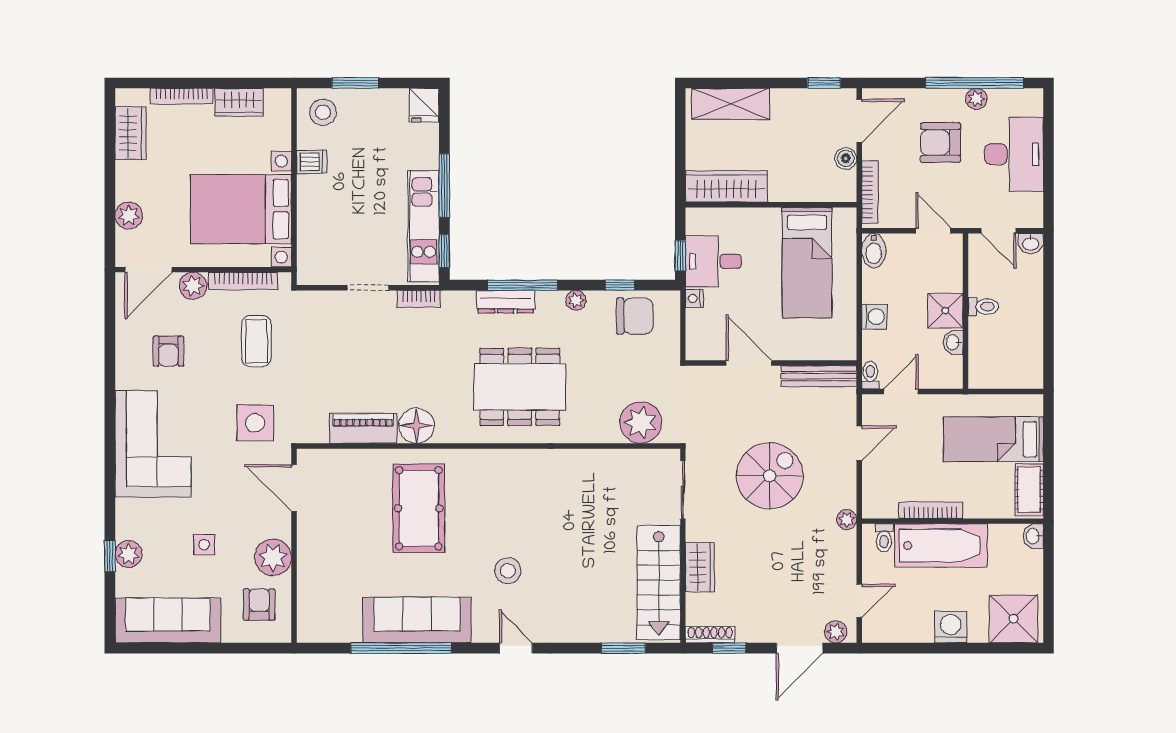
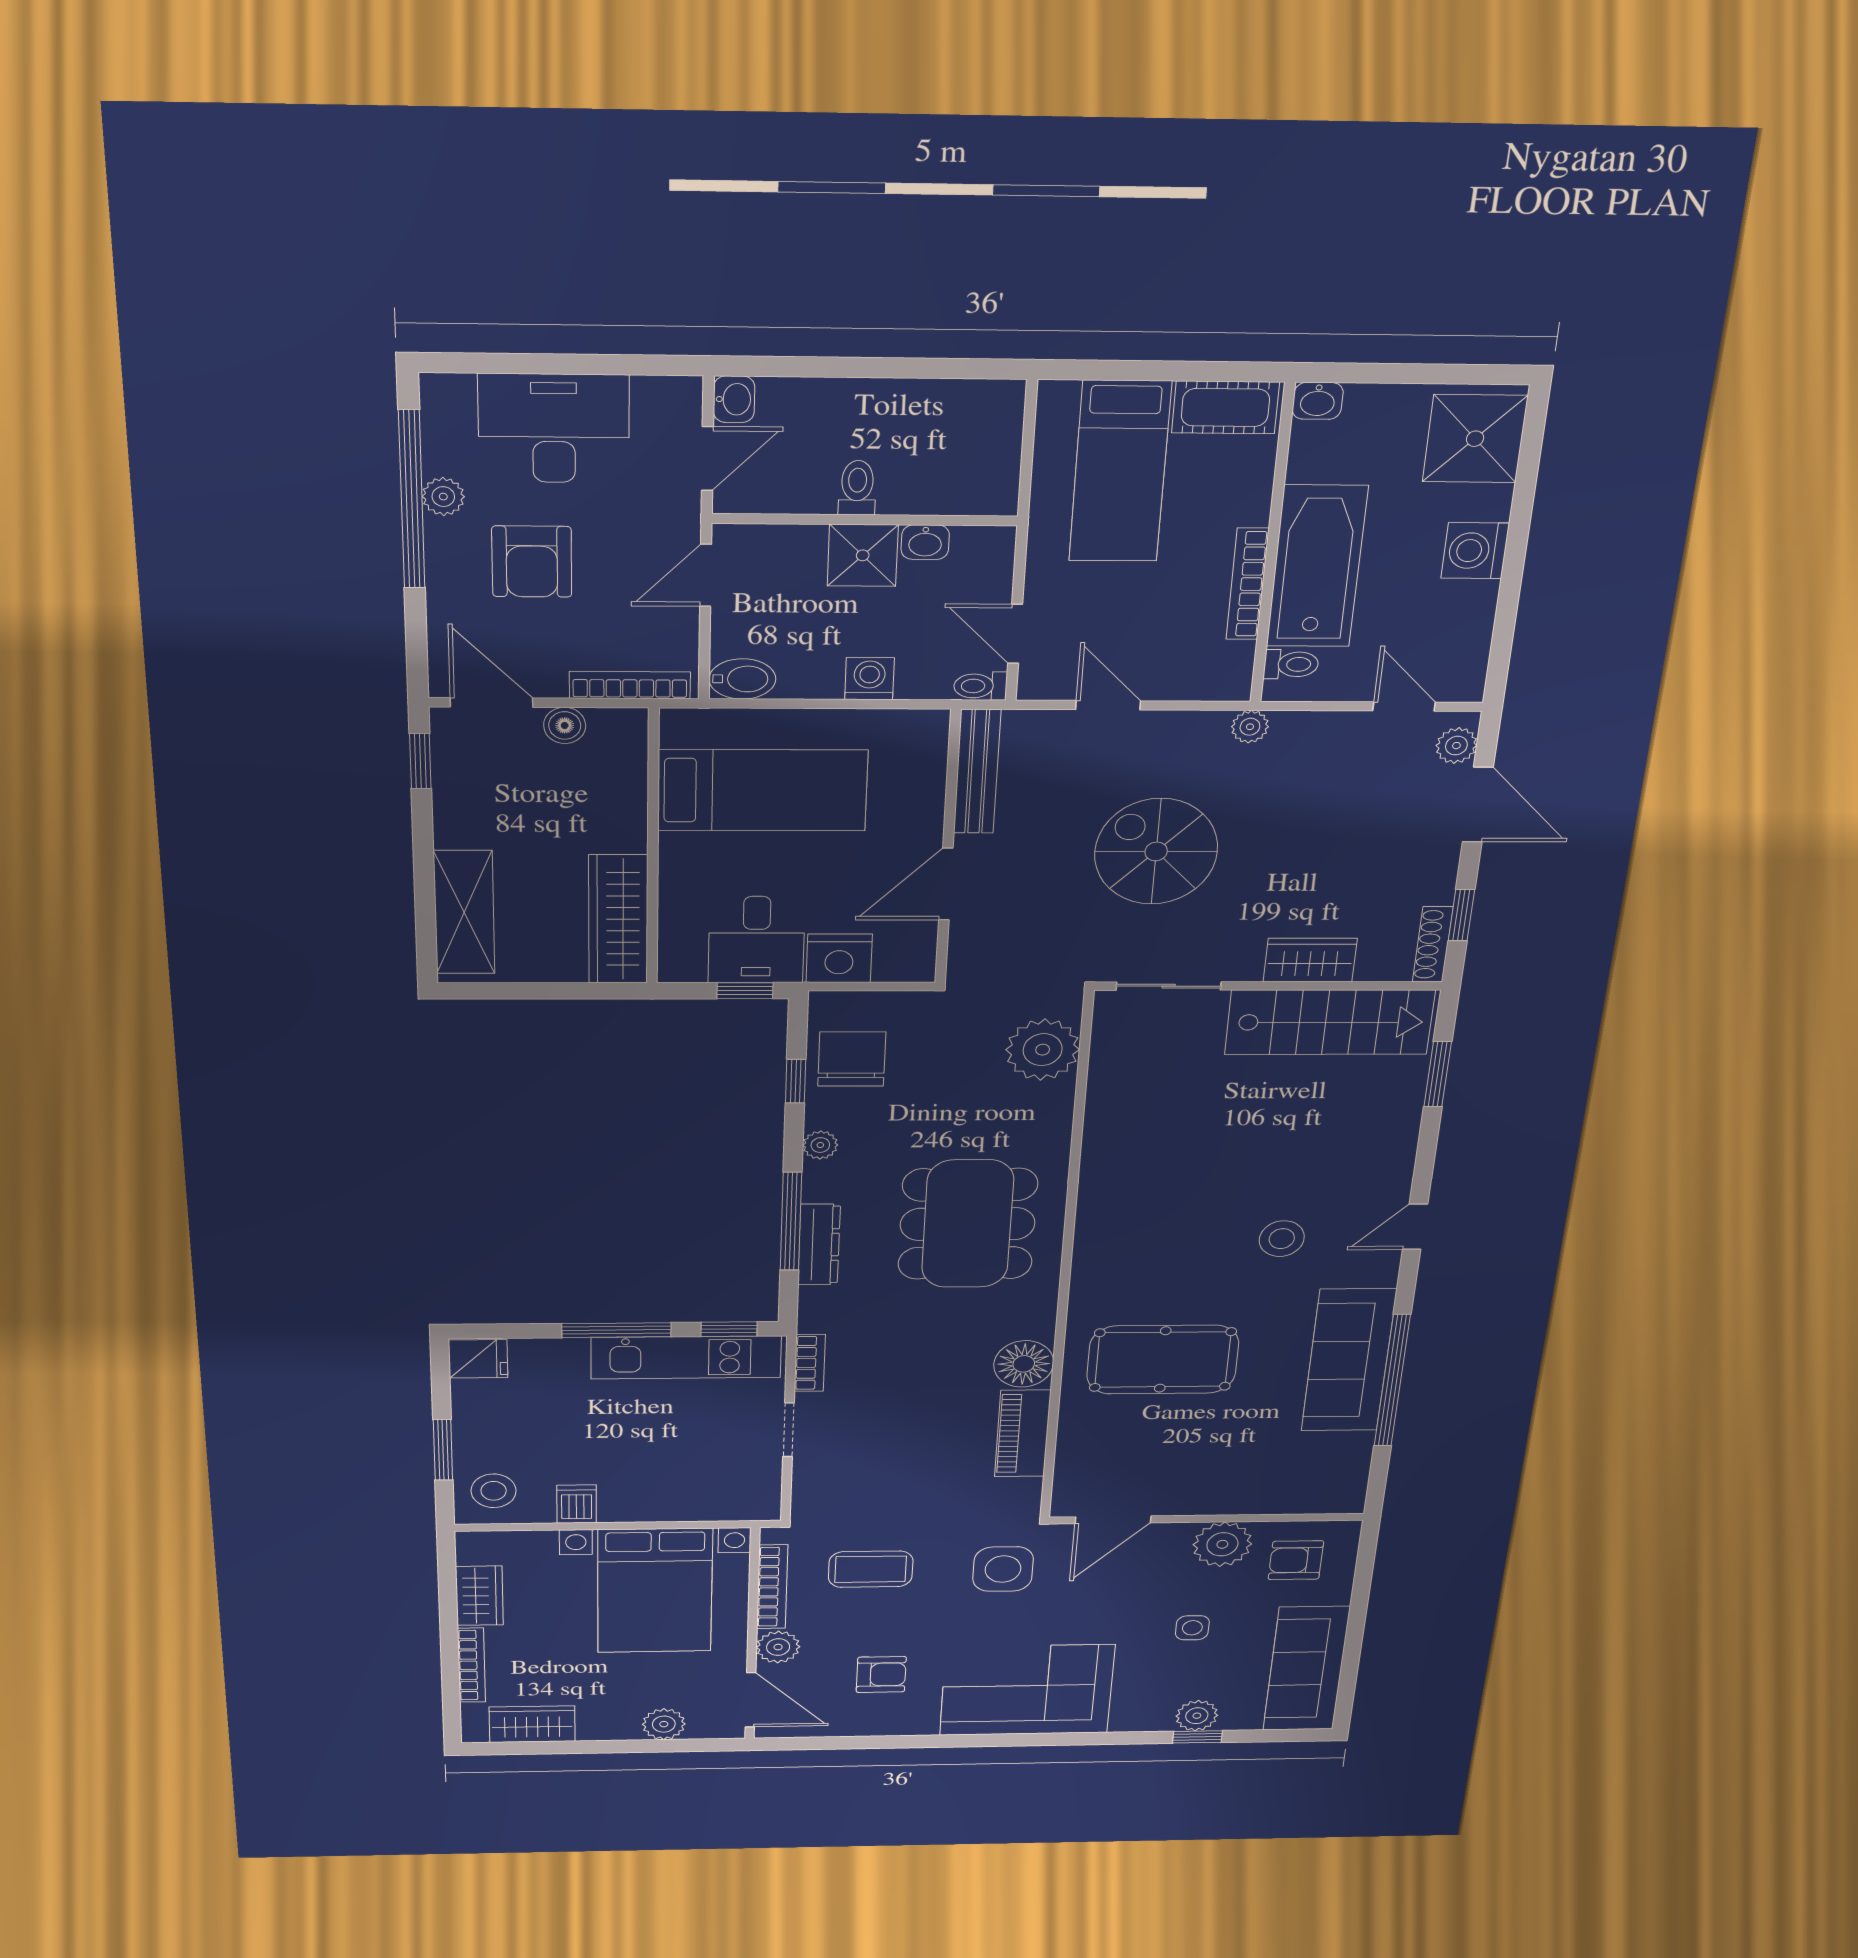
nightstand: (694, 298) -> (839, 958), width x1.89, depth x1.79

